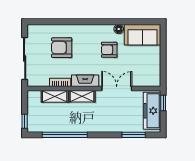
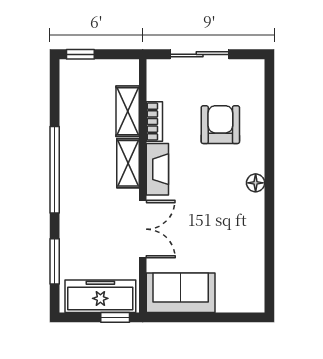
floor lamp: (119, 29) -> (256, 183), moved
sofa: (143, 35) -> (181, 293), moved, turned 90
armchair: (109, 50) -> (216, 215), removed
sliding door: (25, 59) -> (200, 54), width x0.73
window: (65, 135) -> (55, 170), moved

